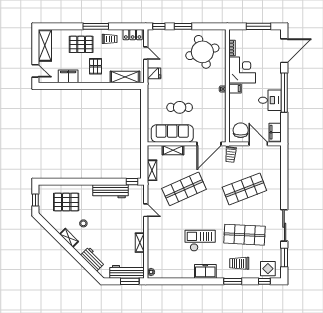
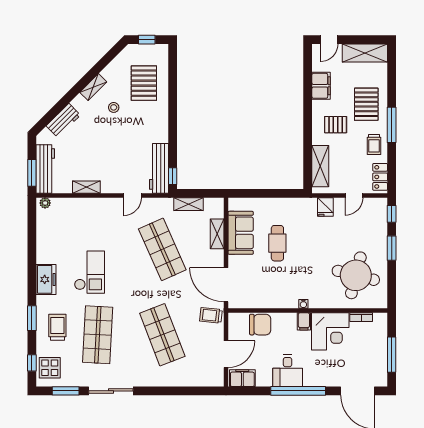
round table: (202, 52) -> (356, 275), turned 31
chair: (241, 130) -> (260, 325), moved
sofa: (172, 133) -> (241, 233), width x0.73
workbench: (110, 191) -> (159, 168), moved

